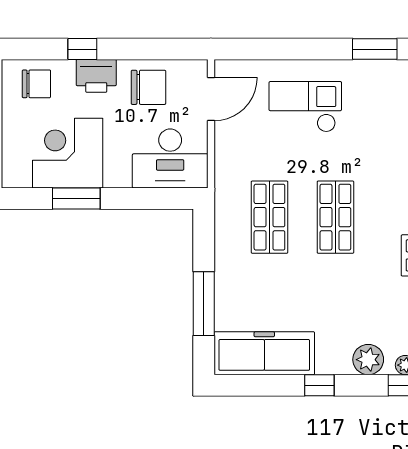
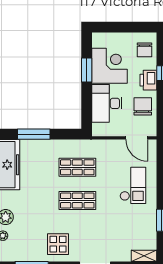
chair: (148, 87) -> (143, 106), turned 180
desk: (170, 158) -> (107, 103), moved

